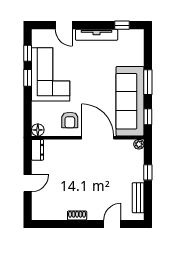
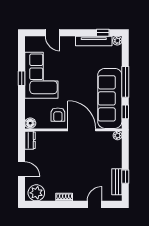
plant: (139, 34) -> (117, 41), added
tv unit: (97, 35) -> (94, 41), moved
window: (28, 53) -> (22, 57), removed
window: (148, 82) -> (125, 82), width x1.44
window: (148, 172) -> (125, 177), moved
door: (28, 183) -> (22, 169), hinge flipped
plant: (45, 211) -> (36, 193), added

